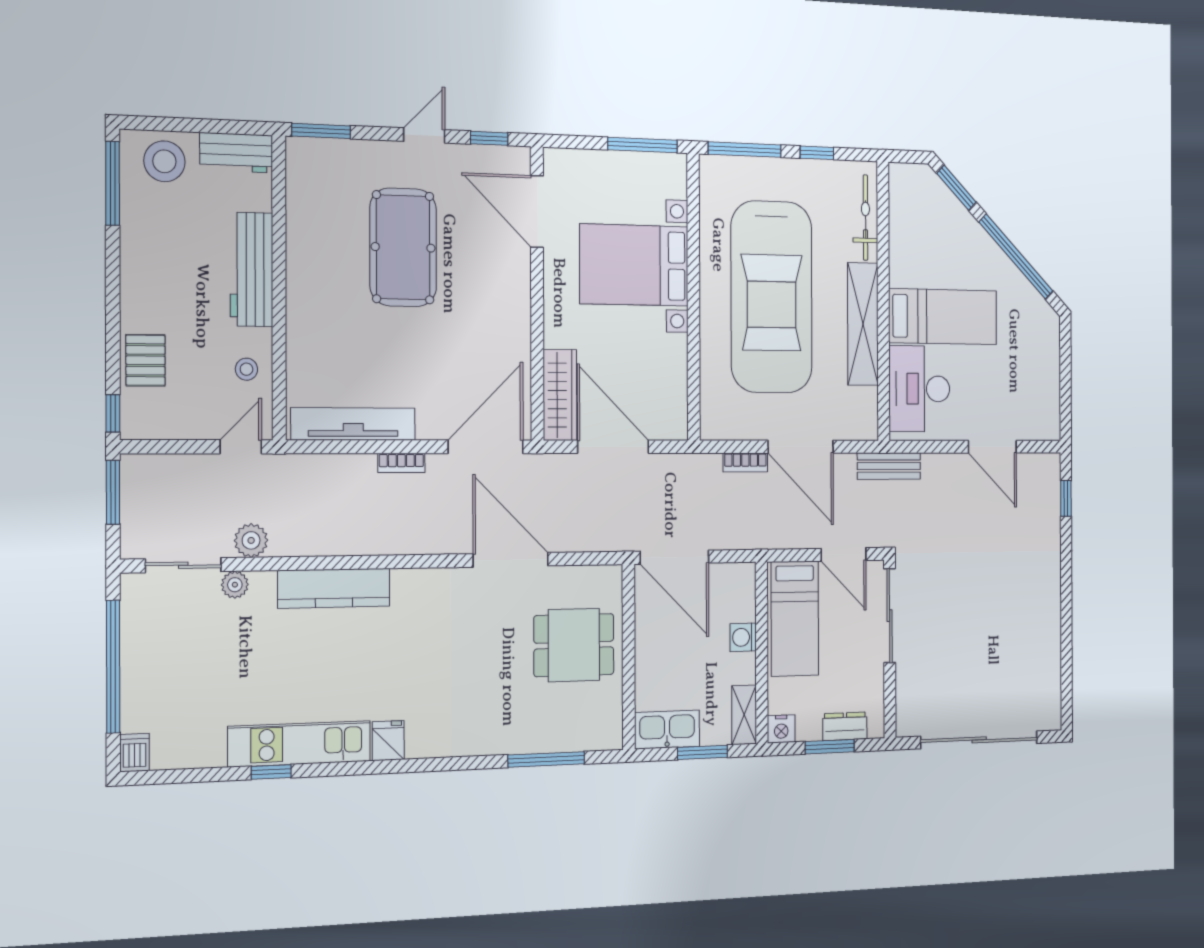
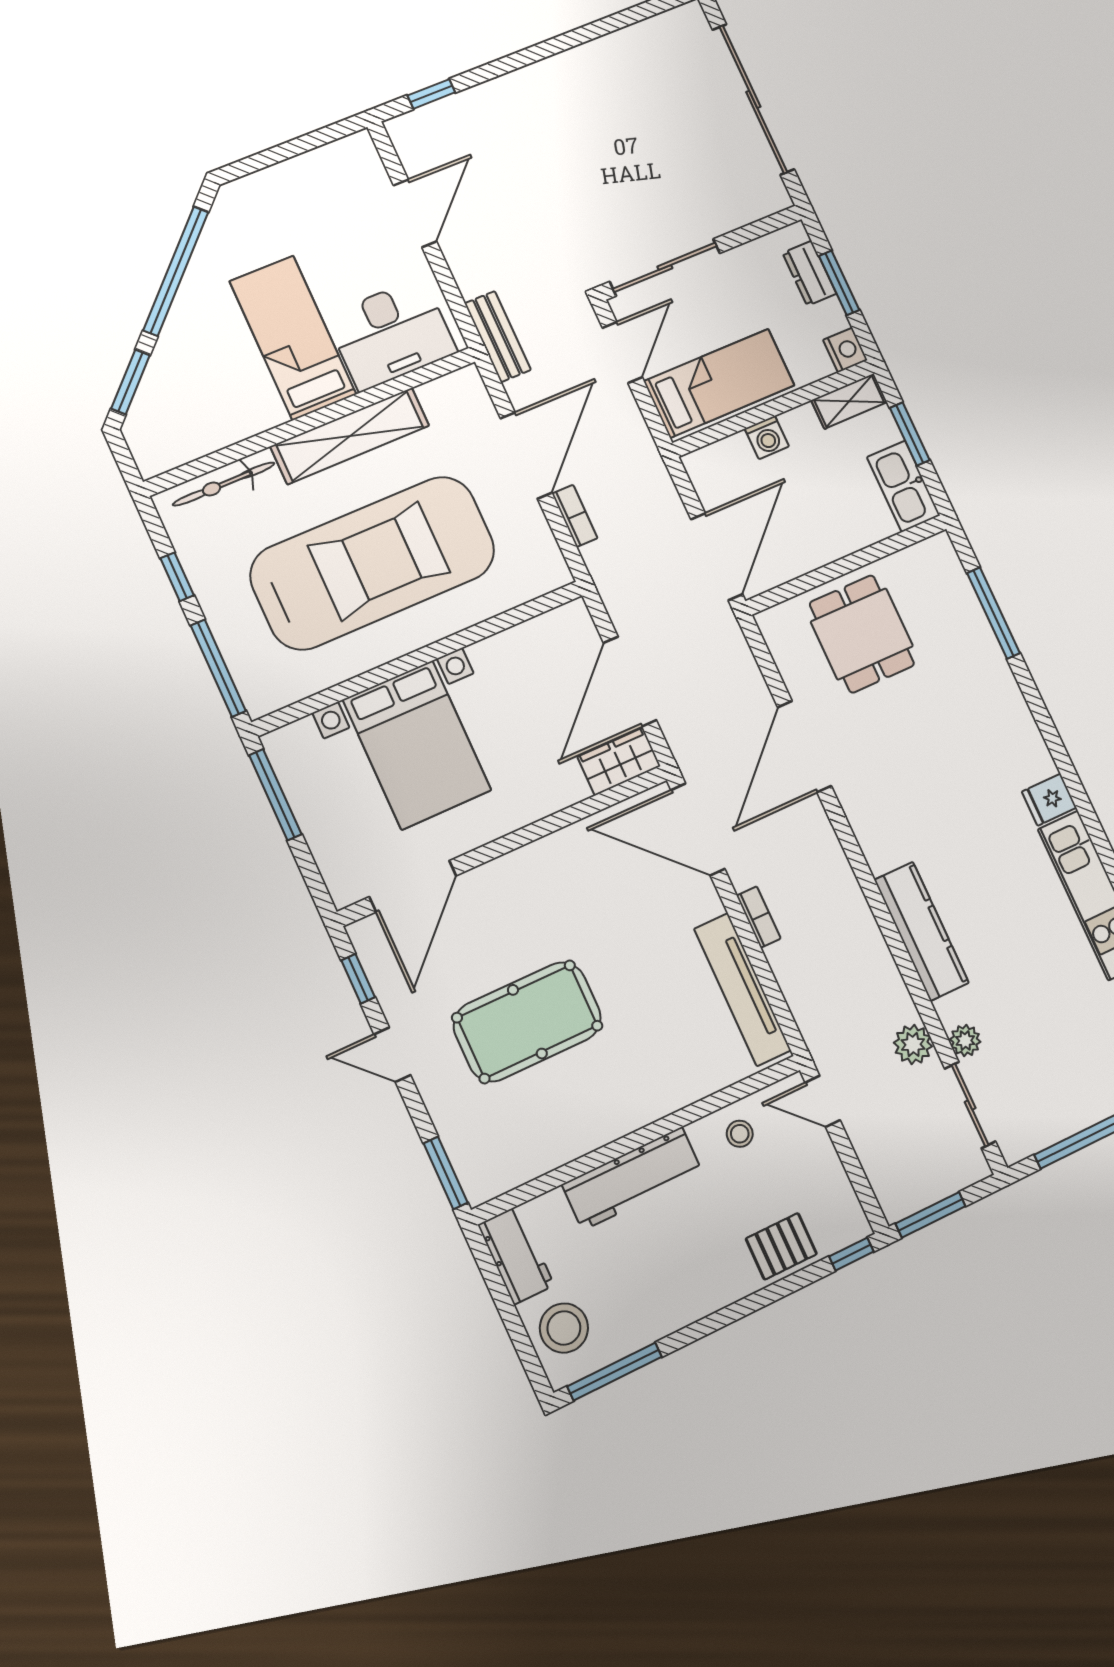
wardrobe: (560, 395) -> (619, 761), width x0.67

